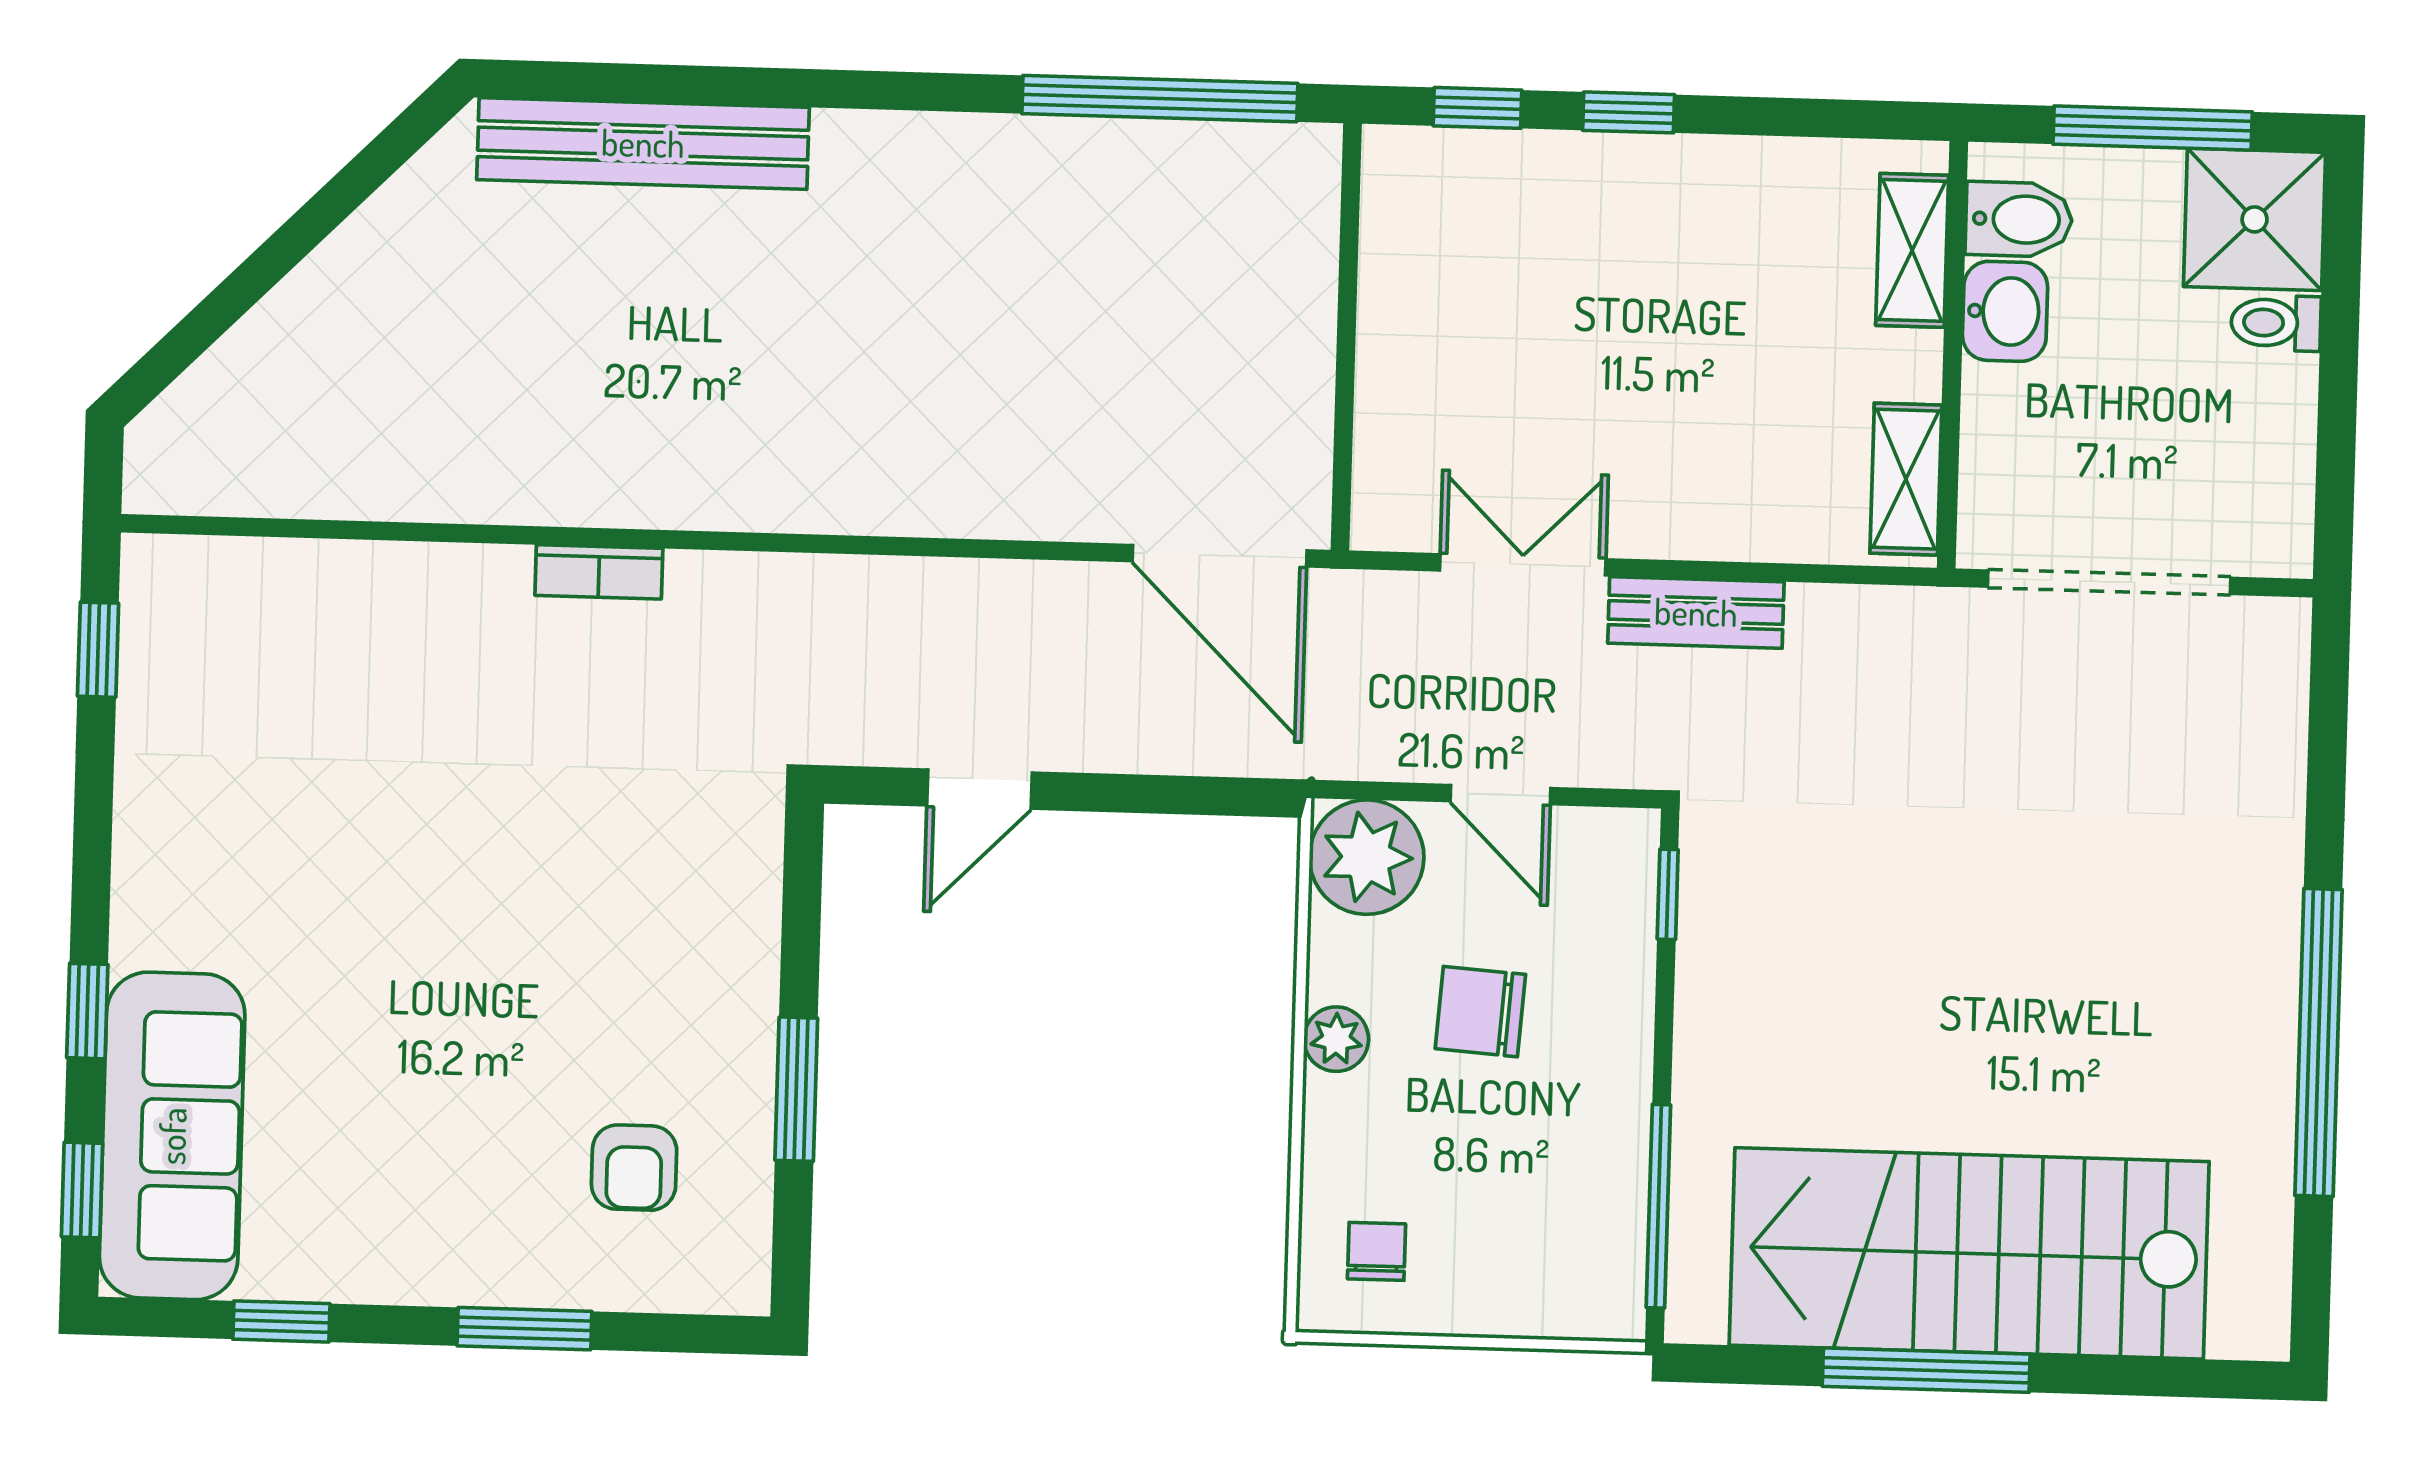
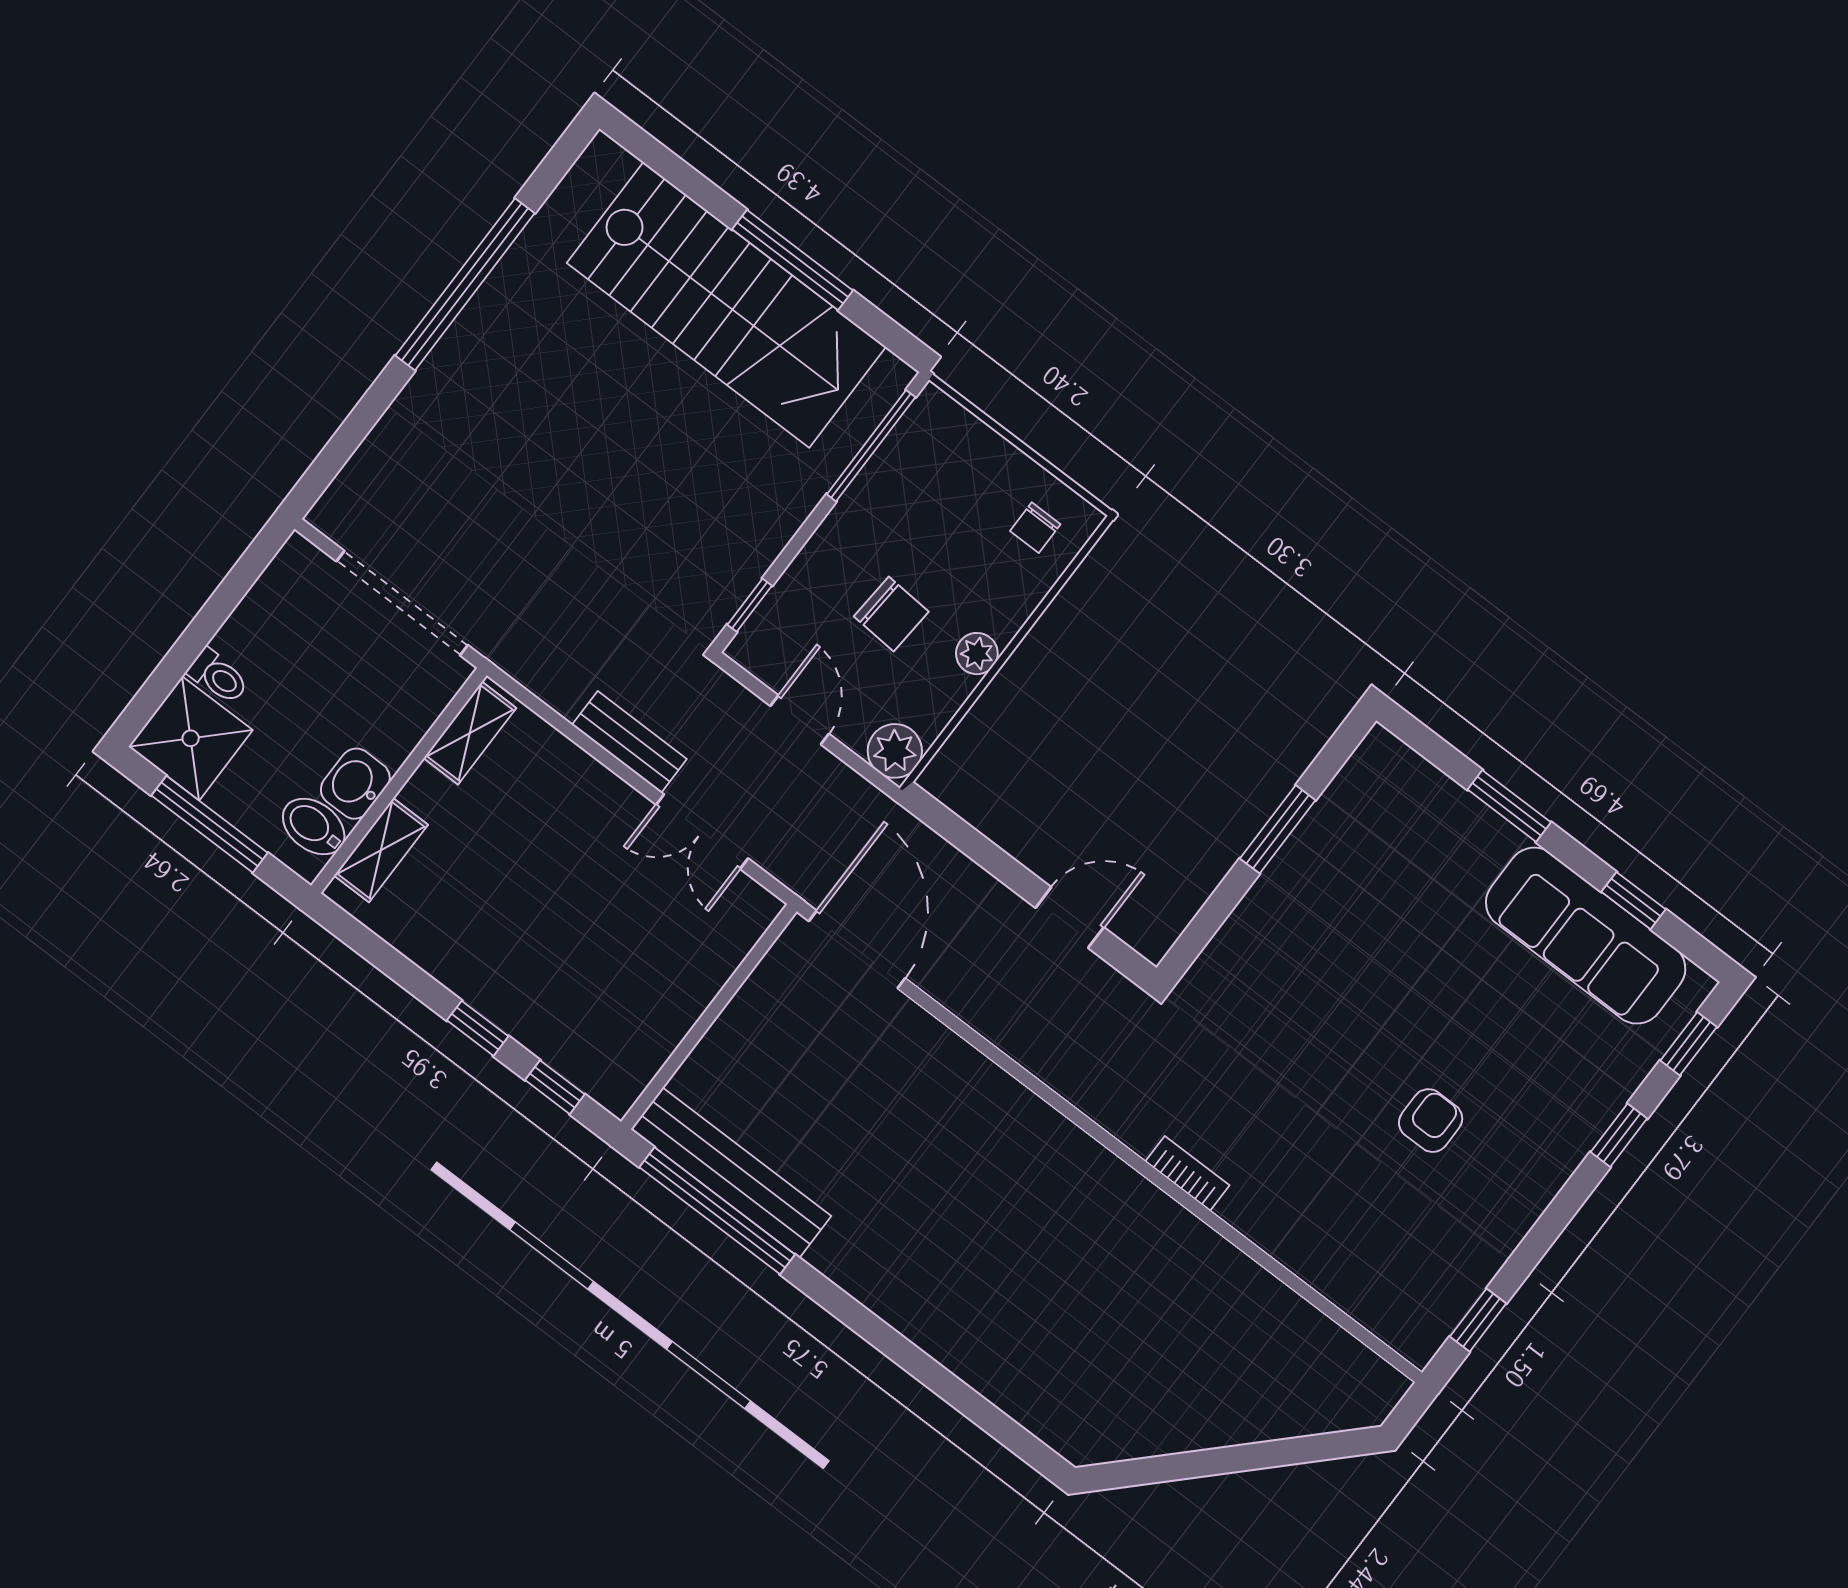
bench: (643, 143) -> (731, 1173), moved
plant: (1367, 857) -> (895, 751), width x0.73, depth x0.73
sofa: (172, 1136) -> (1586, 936), moved, turned -90
armchair: (634, 1168) -> (1431, 1121), moved

